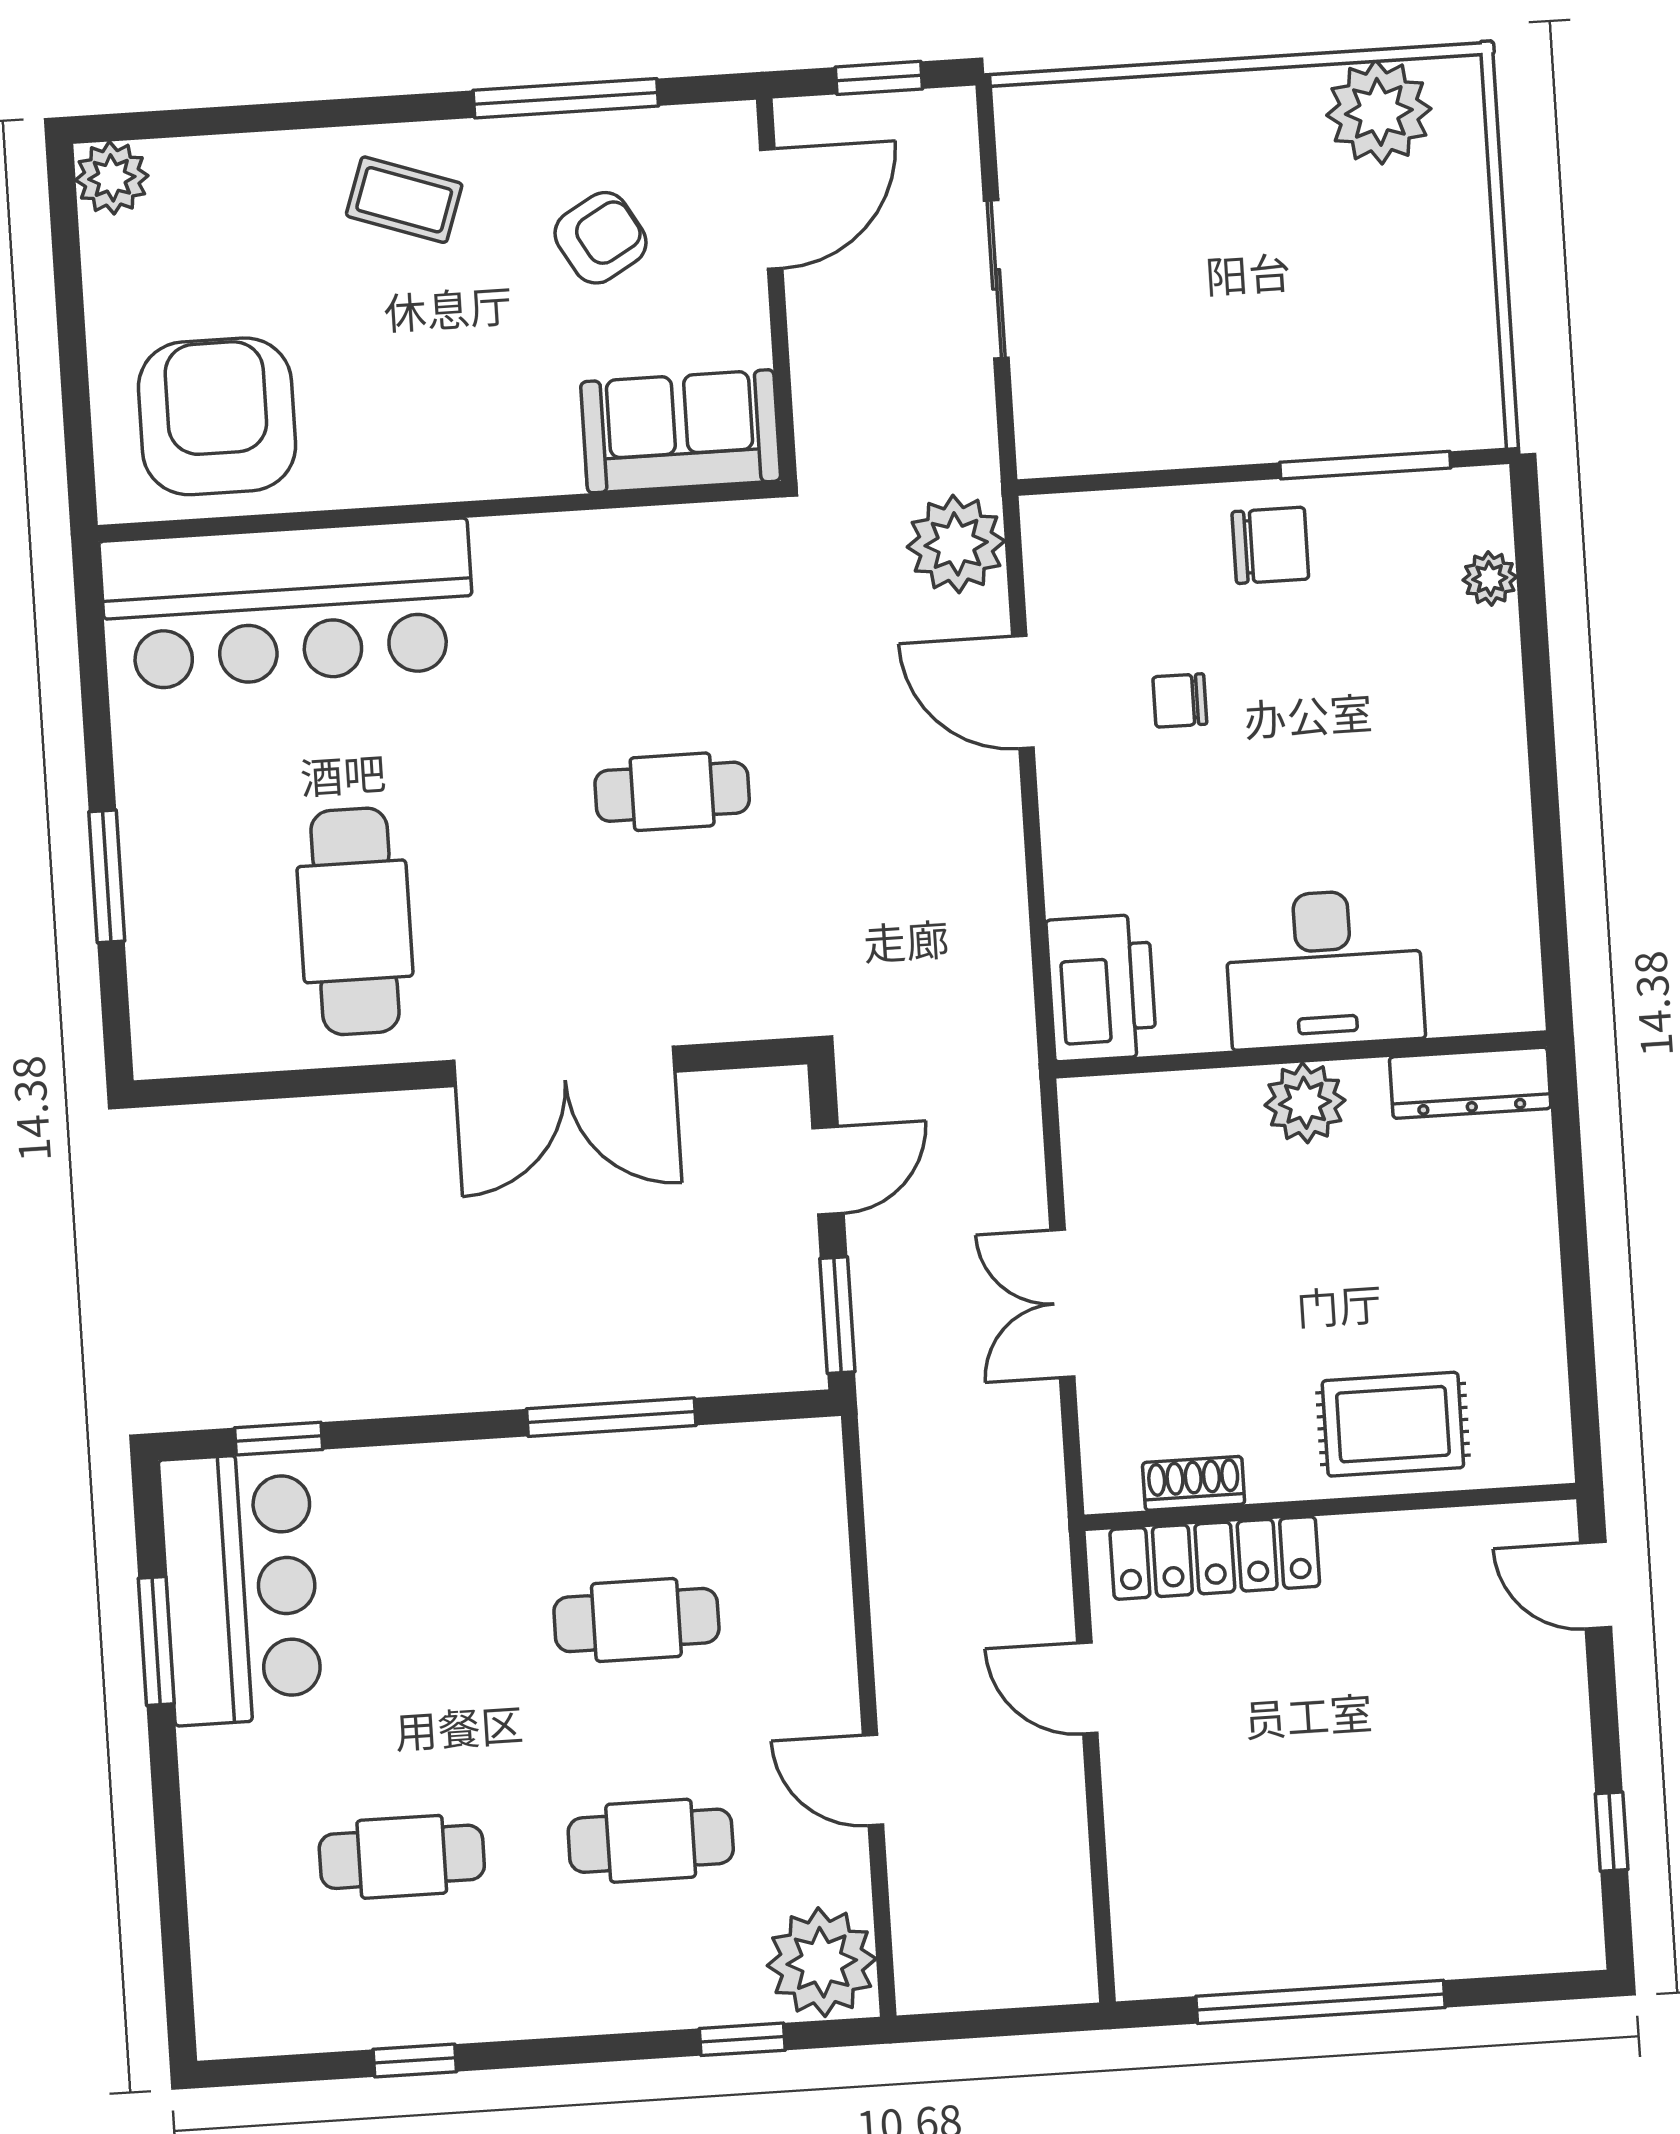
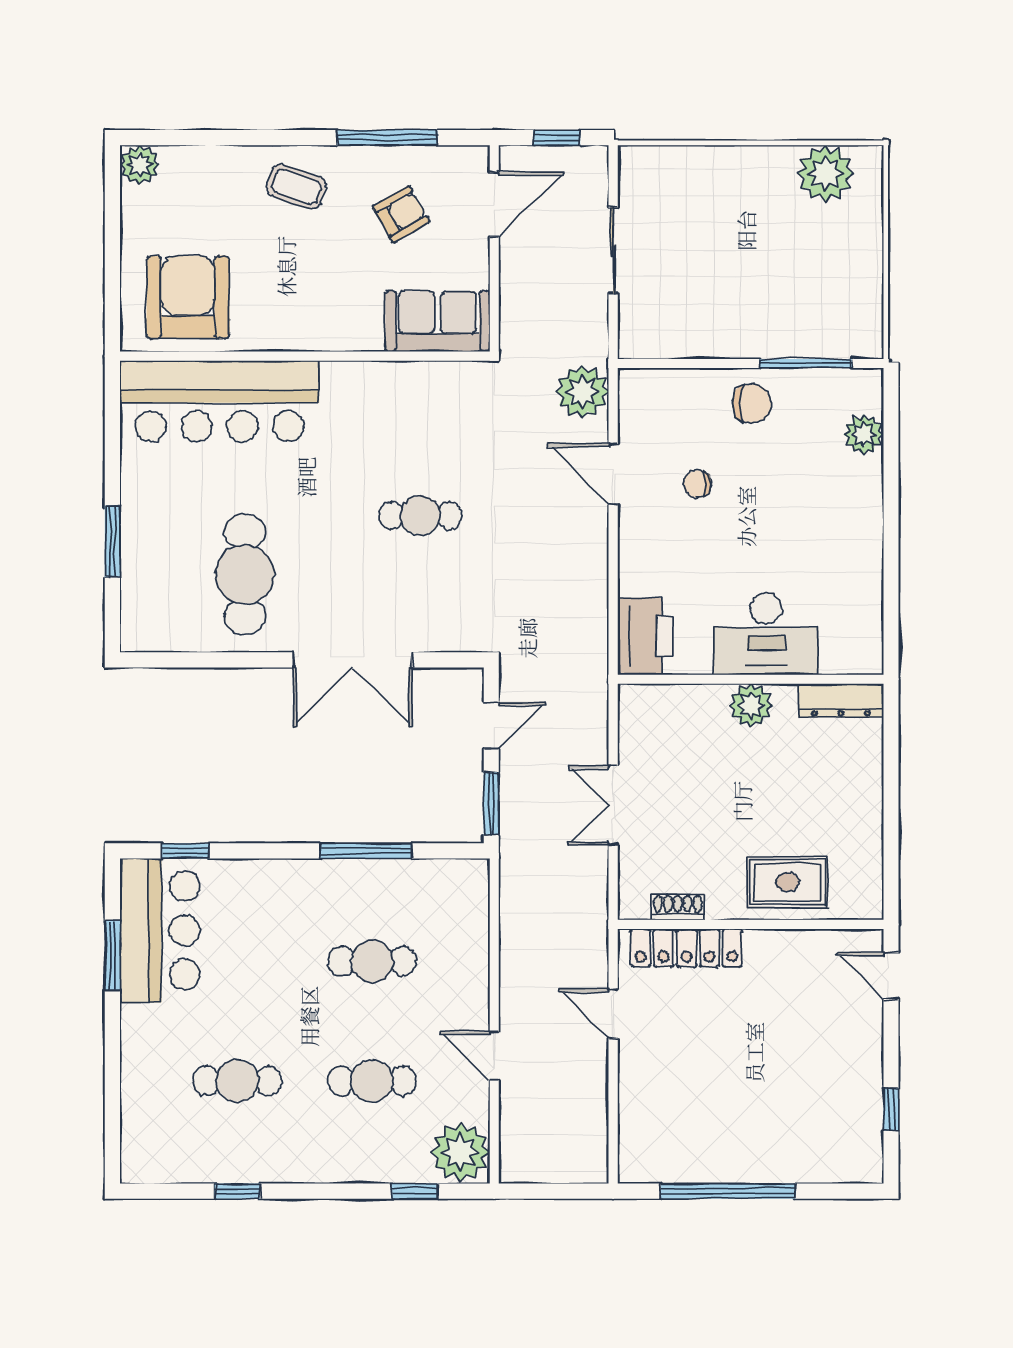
plant: (1490, 578) -> (864, 434), width x1.38, depth x1.38

